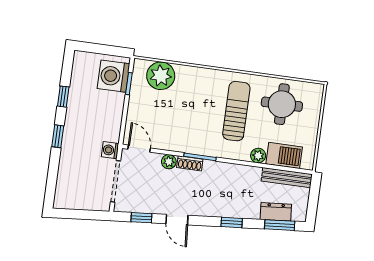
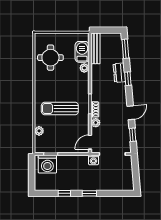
plant: (161, 76) -> (39, 131), width x0.53, depth x0.53
sun lounger: (236, 111) -> (60, 108), moved
dresser: (276, 212) -> (119, 73), moved

